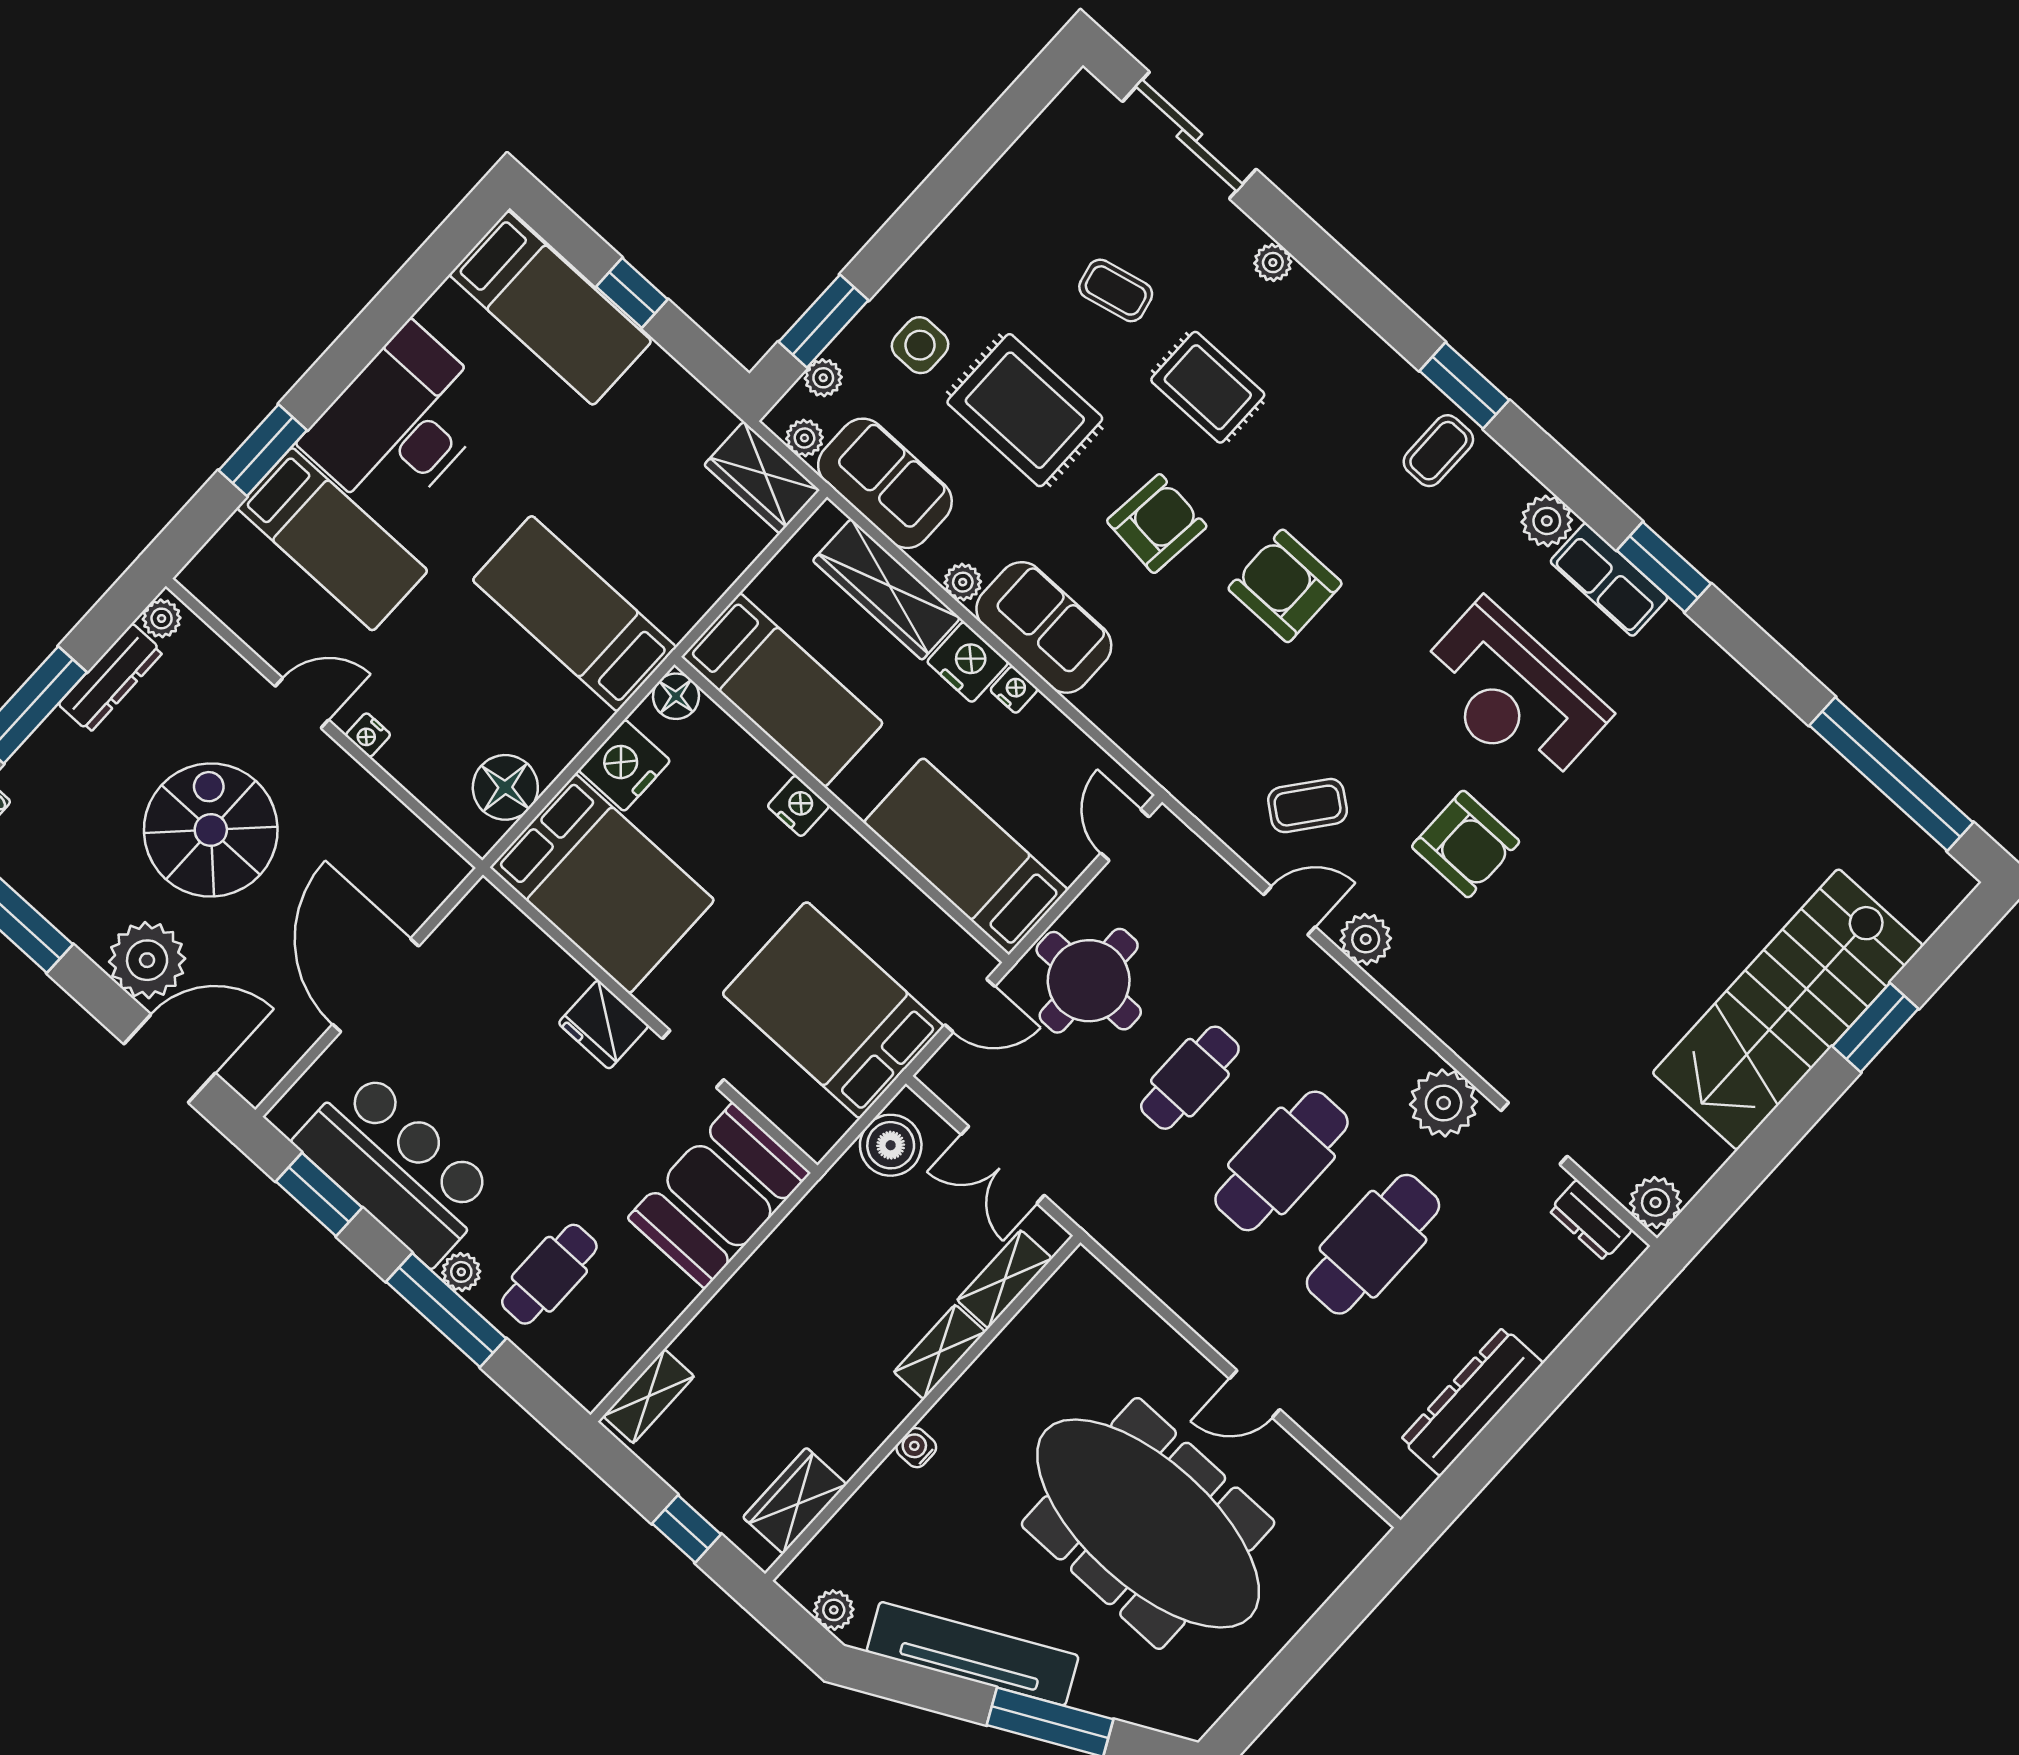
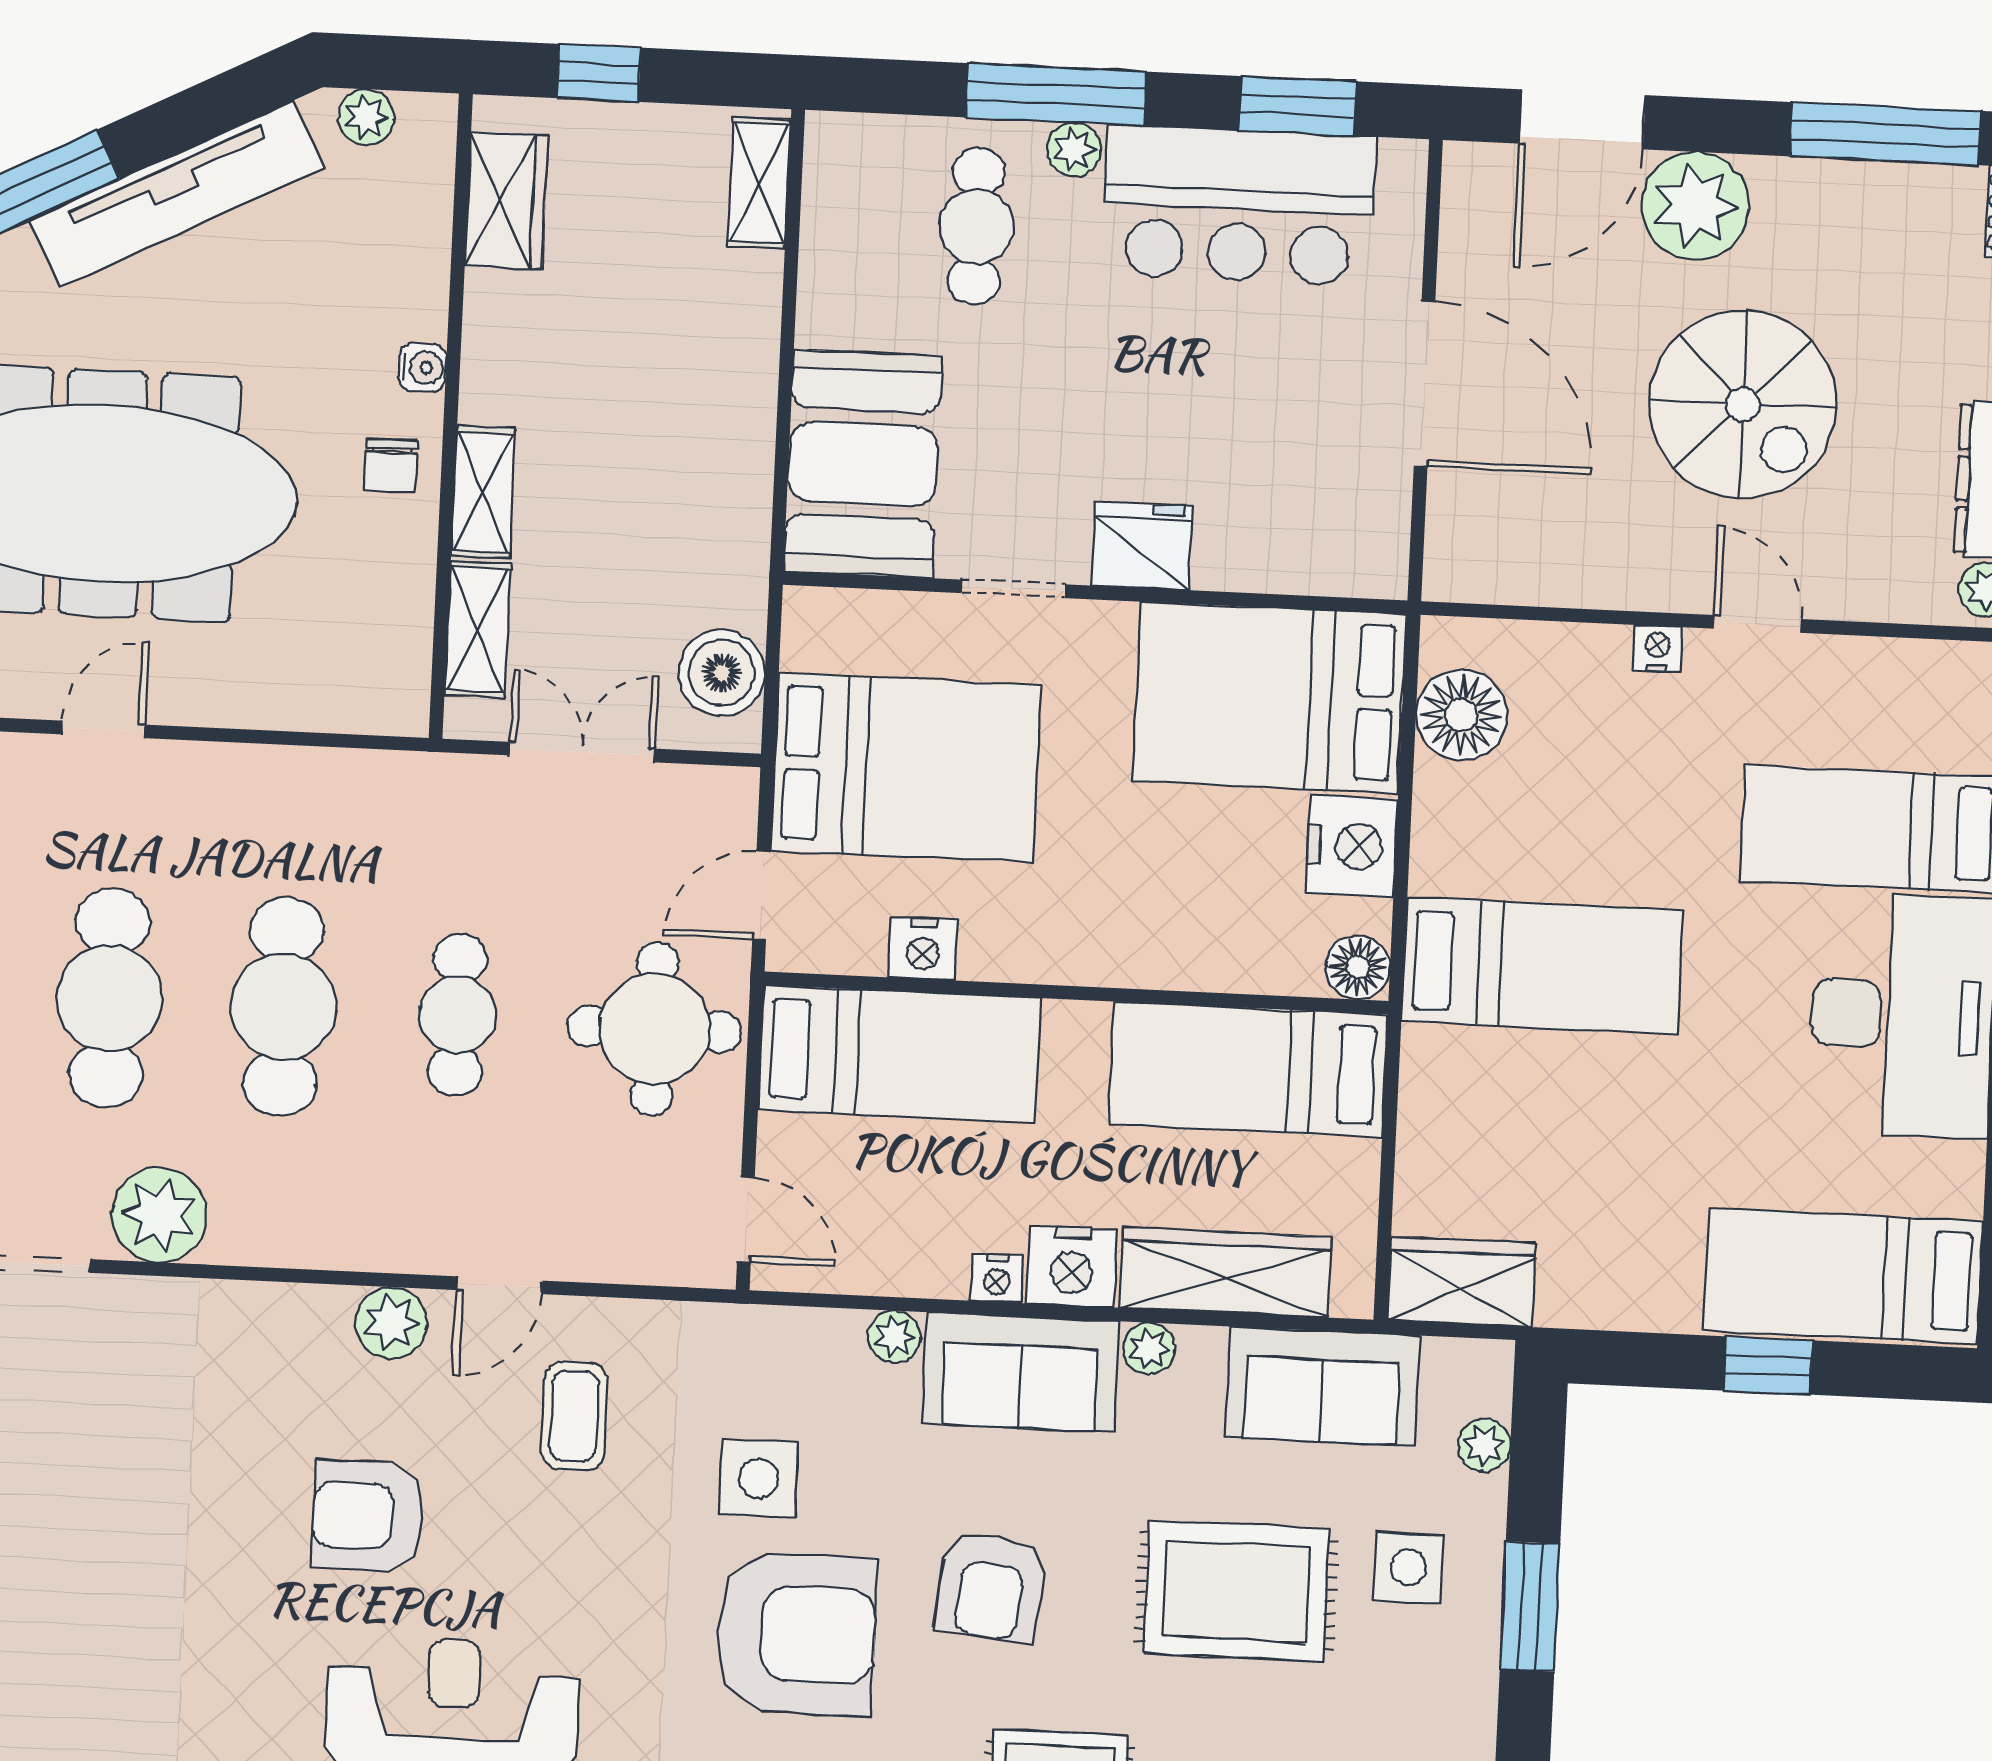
window: (824, 321) -> (1530, 1606), moved
plant: (804, 438) -> (894, 1337), moved
armchair: (1285, 586) -> (796, 1634), width x1.36, depth x1.36
side table: (1235, 688) -> (759, 1478), added
door: (302, 703) -> (1758, 624), swing flipped
nightstand: (798, 806) -> (923, 949), moved
coffee table: (1308, 806) -> (574, 1416), turned -38
chair: (978, 1408) -> (391, 466), added

